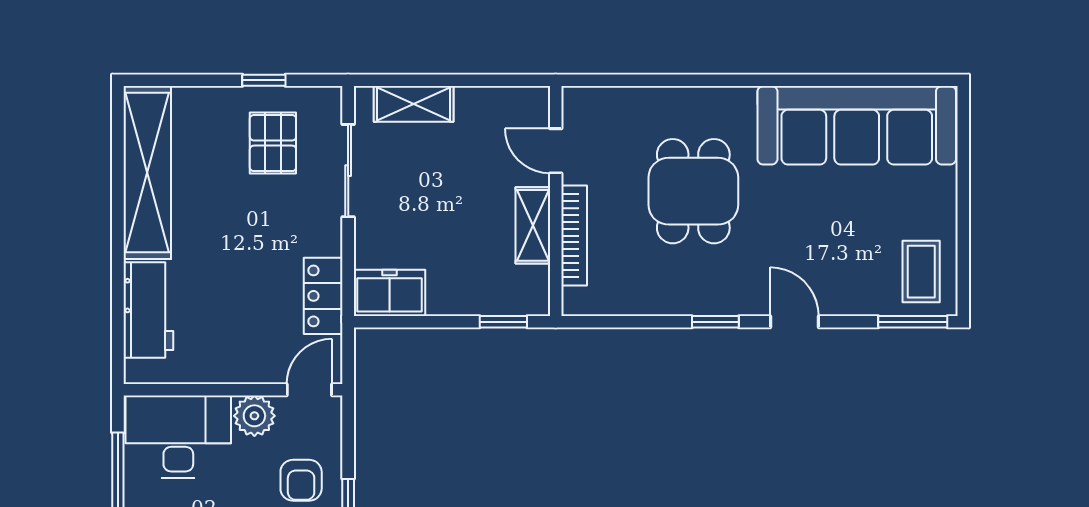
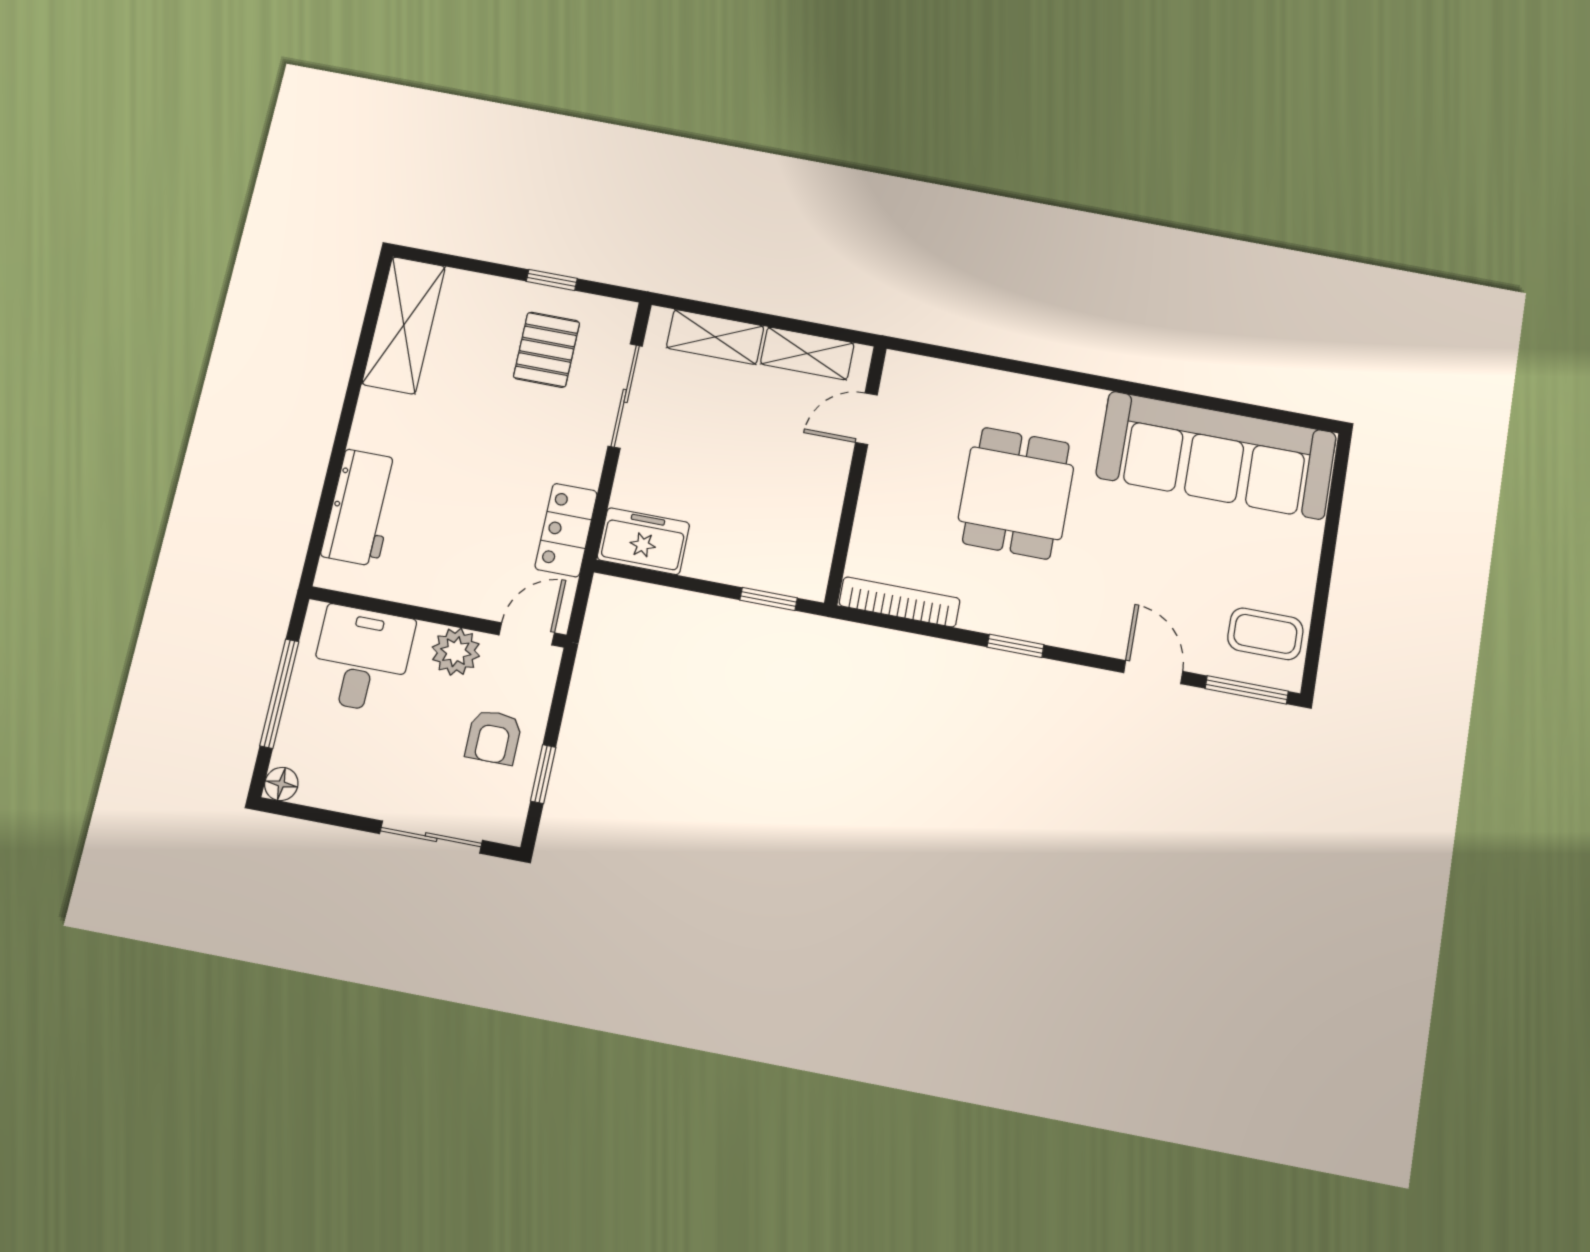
door: (556, 151) -> (866, 419), hinge flipped
shelving: (147, 172) -> (404, 325), width x0.68
shelving: (533, 225) -> (807, 353), moved, turned 90
bookcase: (574, 236) -> (900, 602), moved, turned -90
coffee table: (921, 272) -> (1265, 634), turned 90
door: (794, 322) -> (1153, 672), moved
desk: (178, 437) -> (362, 659), width x0.73

